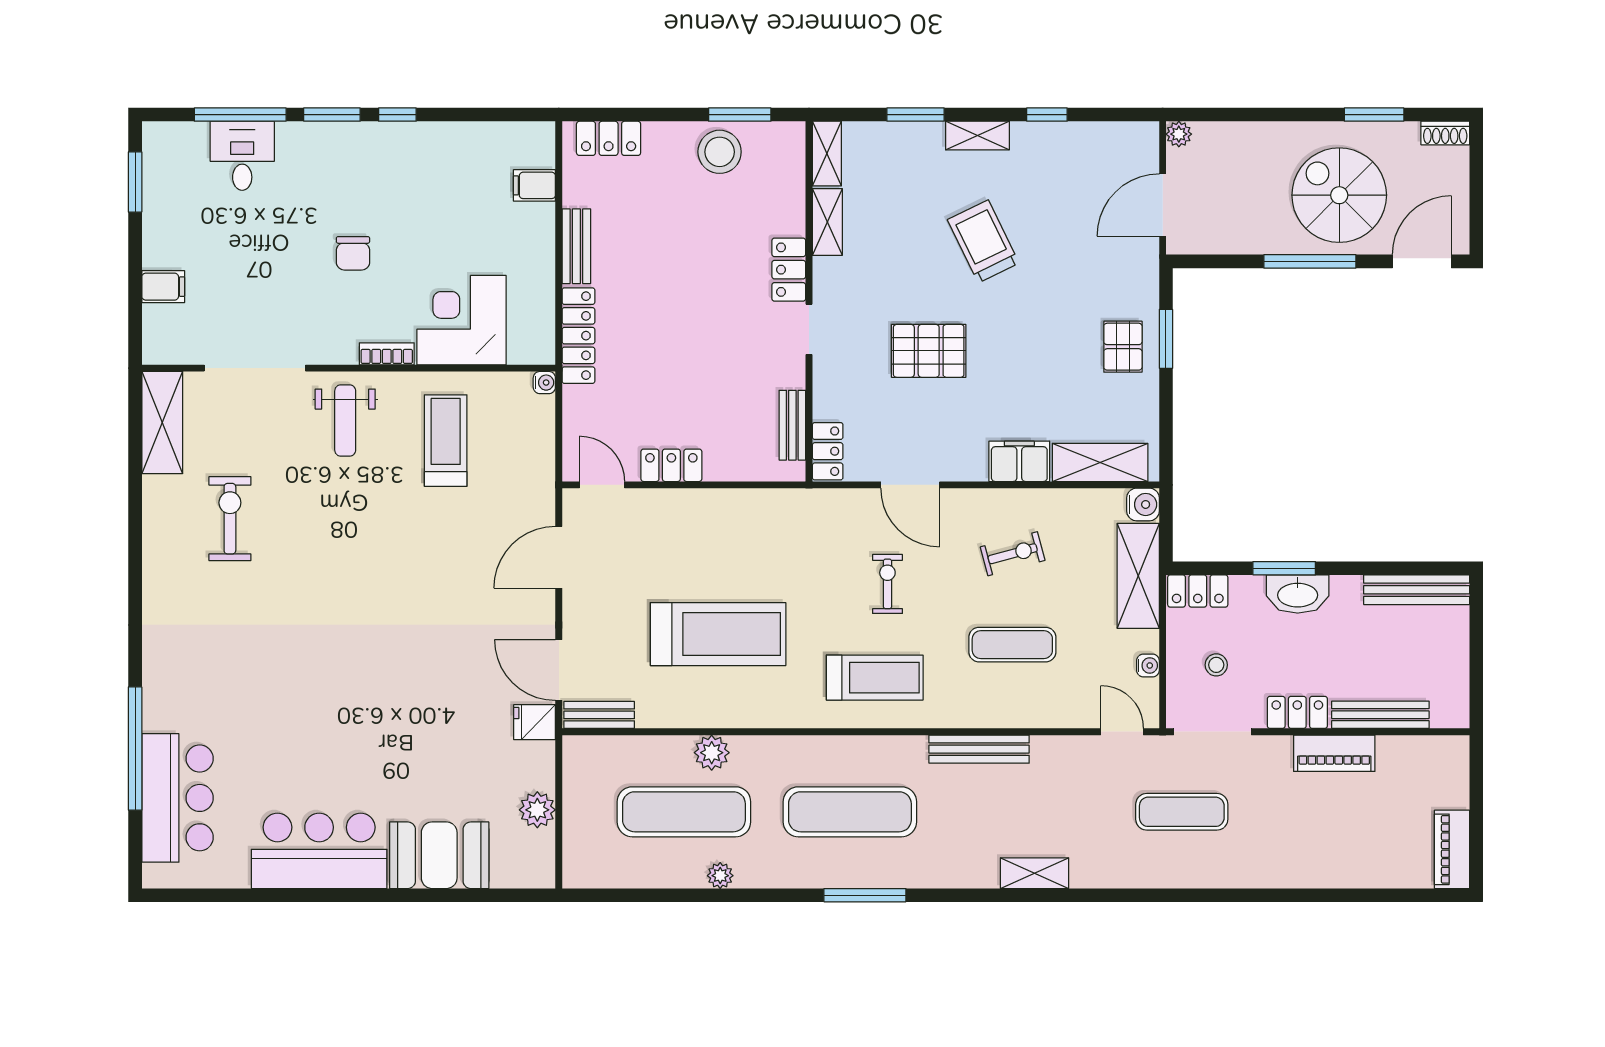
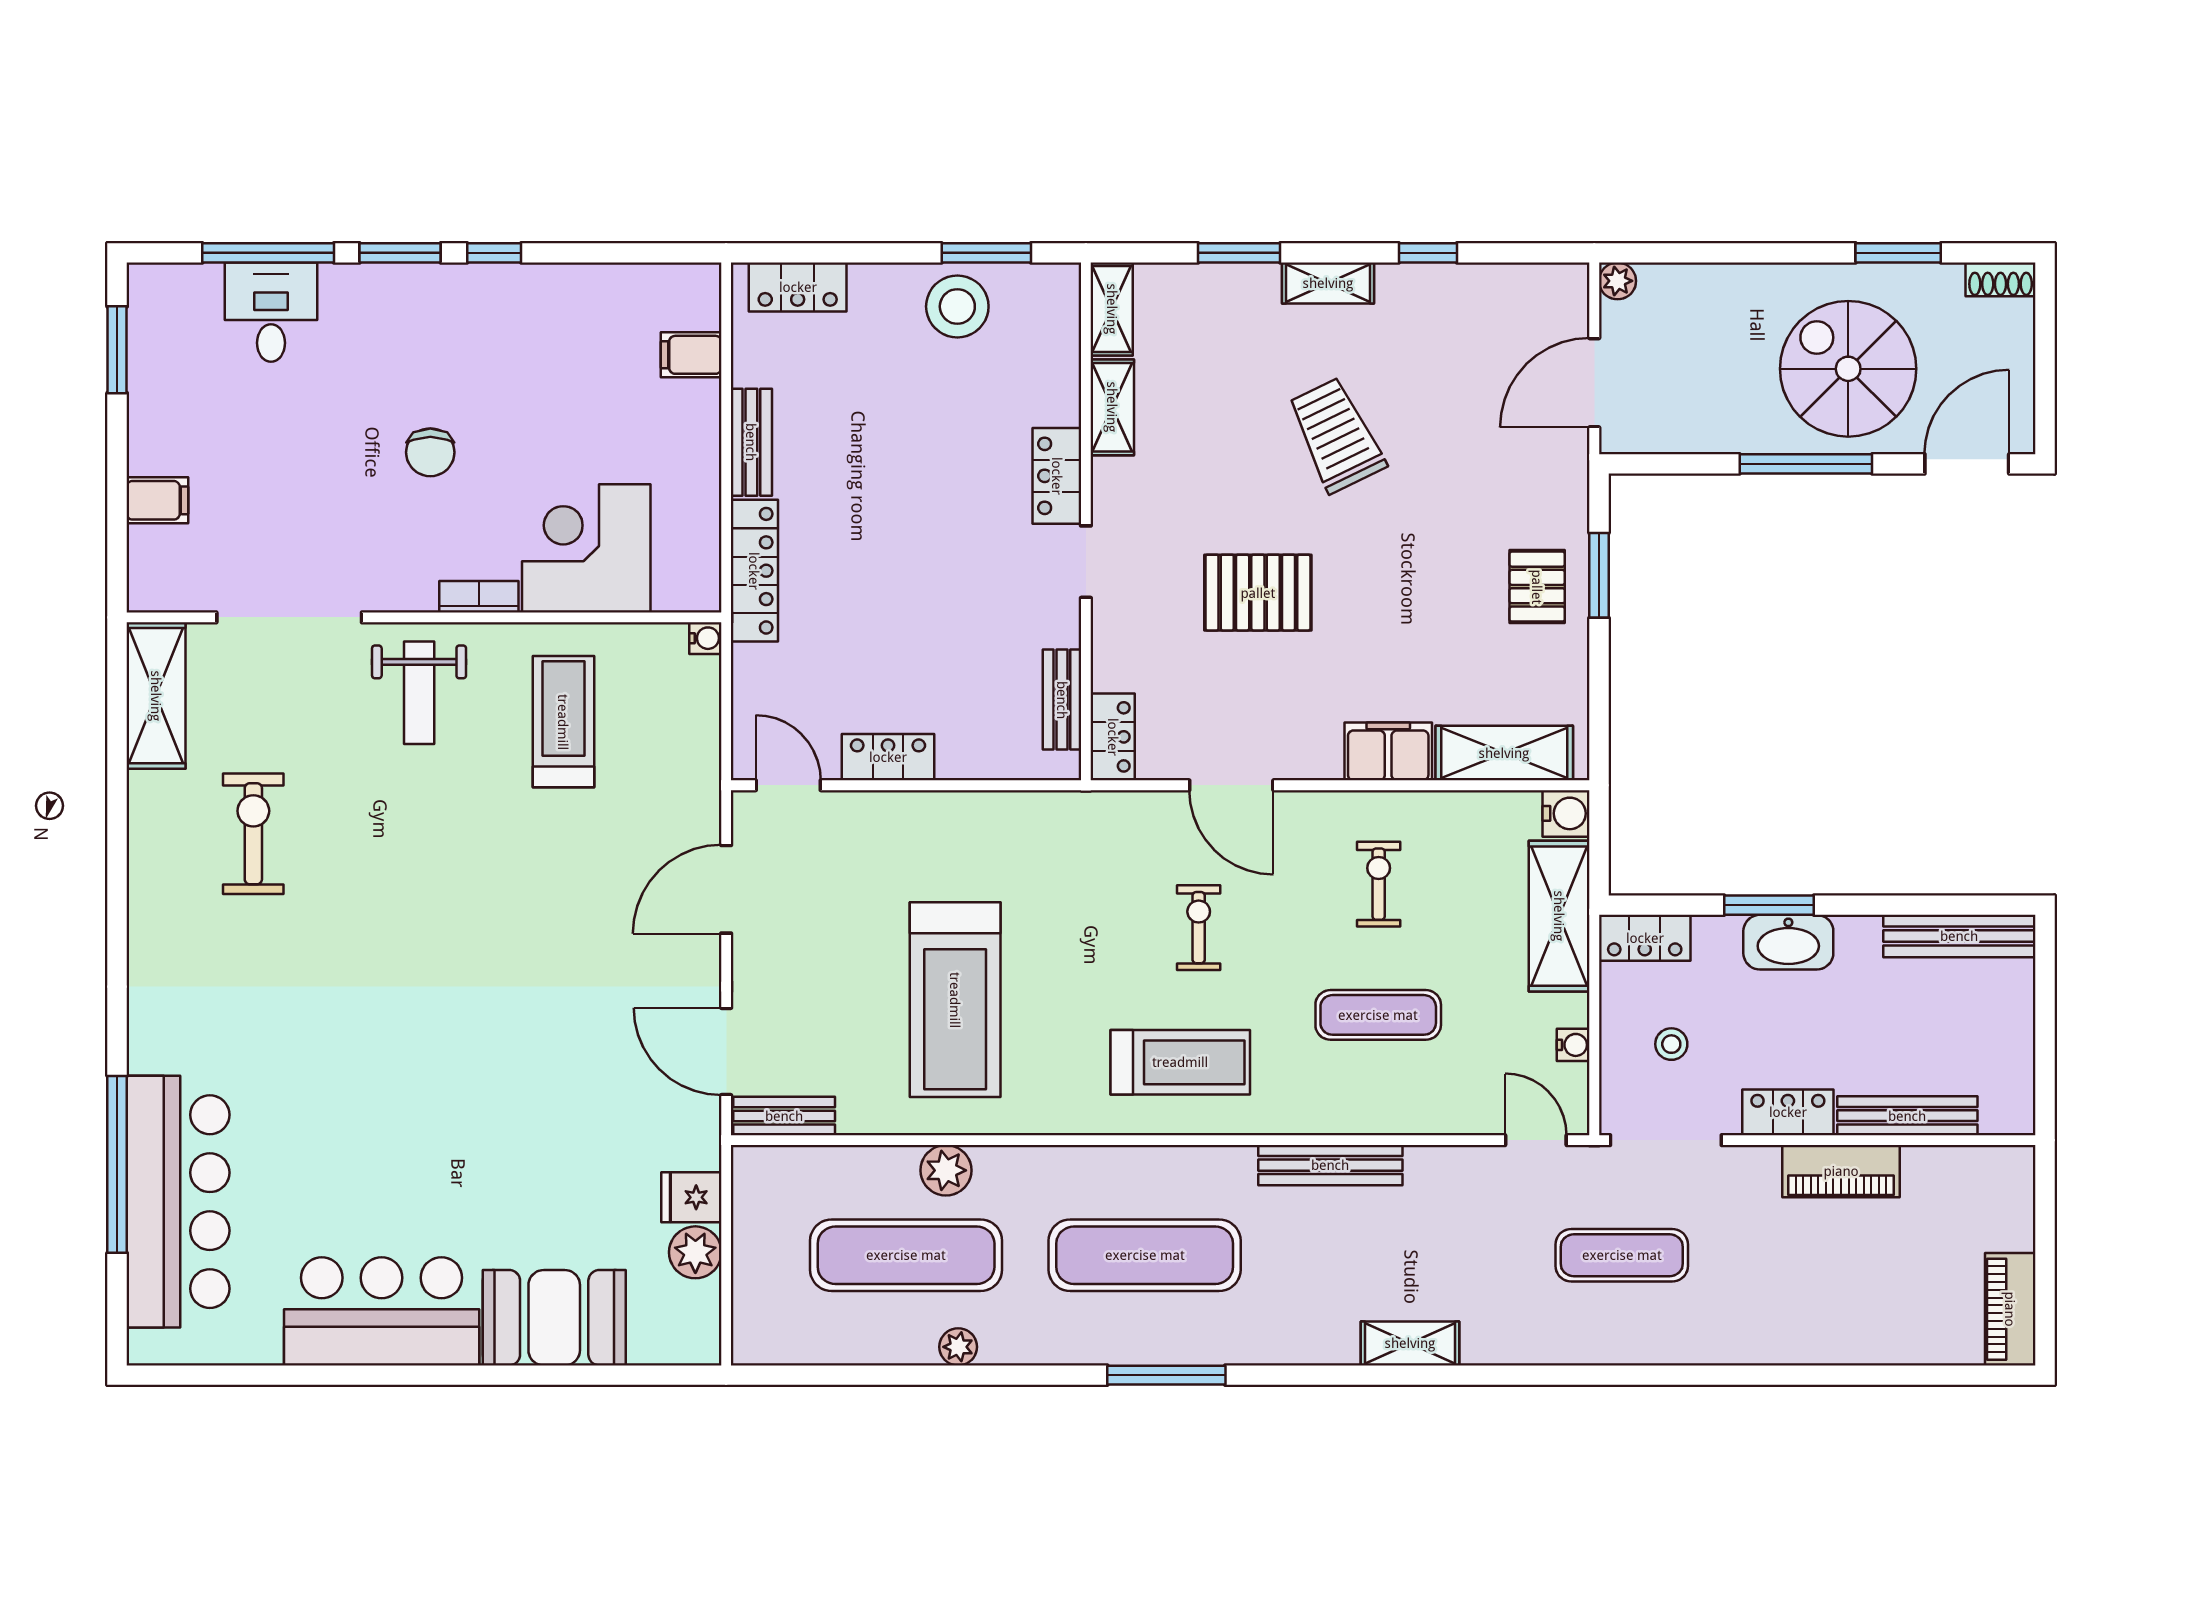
exercise bike: (1013, 554) -> (1379, 884), turned -75
treadmill: (718, 634) -> (955, 1000), turned 90
fridge: (535, 722) -> (691, 1197), moved
bar counter: (177, 798) -> (178, 1202), width x1.36

